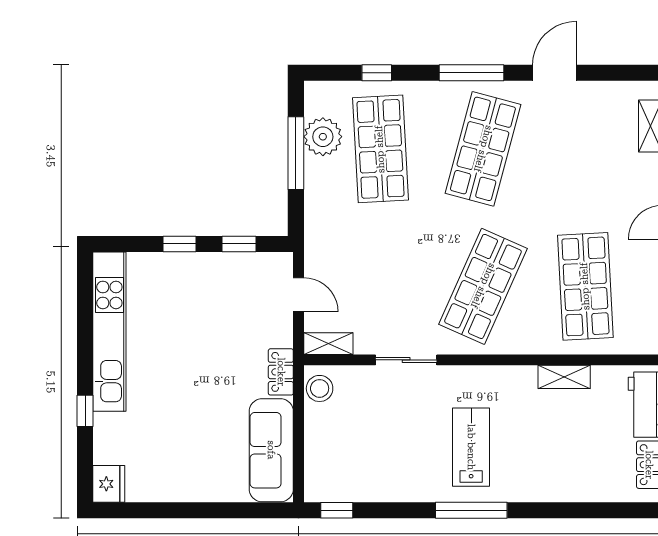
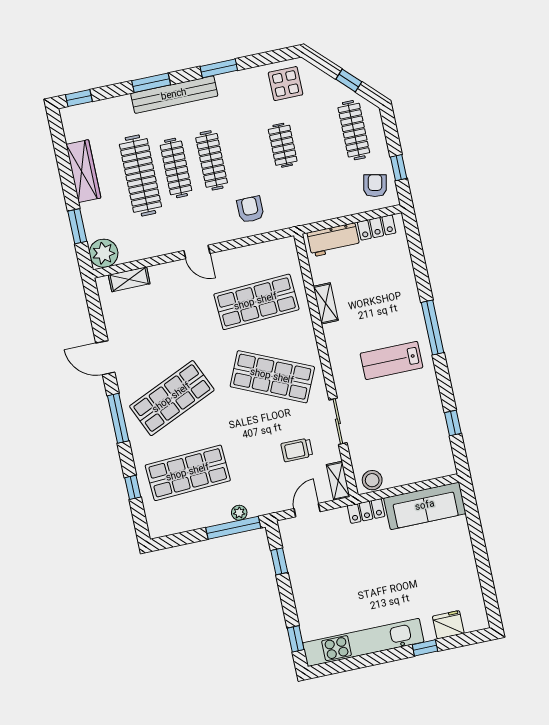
plant: (323, 137) -> (239, 513), moved, width x0.53, depth x0.53
shop shelf: (483, 149) -> (172, 398), turned -39
window: (296, 153) -> (233, 528), moved
window: (179, 244) -> (296, 639), moved
trolley: (380, 298) -> (297, 450), added
fridge: (109, 484) -> (448, 625), moved
window: (337, 510) -> (453, 423), moved
window: (471, 510) -> (433, 327), moved

